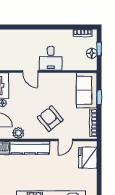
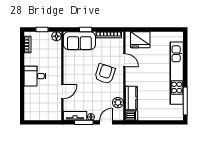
floor lamp: (92, 53) -> (56, 36), moved
desk: (51, 58) -> (35, 76), moved, turned 180
armchair: (50, 119) -> (105, 74), turned 147
kitchen counter: (30, 148) -> (131, 98), width x0.67

